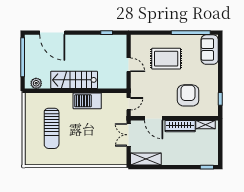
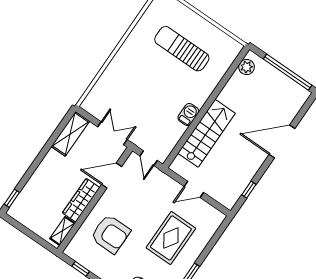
door: (52, 33) -> (282, 141), moved
stairs: (74, 80) -> (207, 133), moved
barbecue: (87, 101) -> (188, 115), width x0.53, depth x0.65

